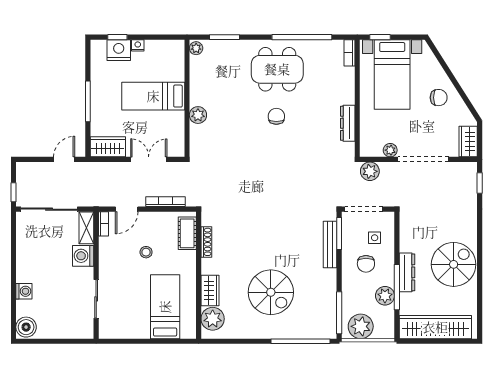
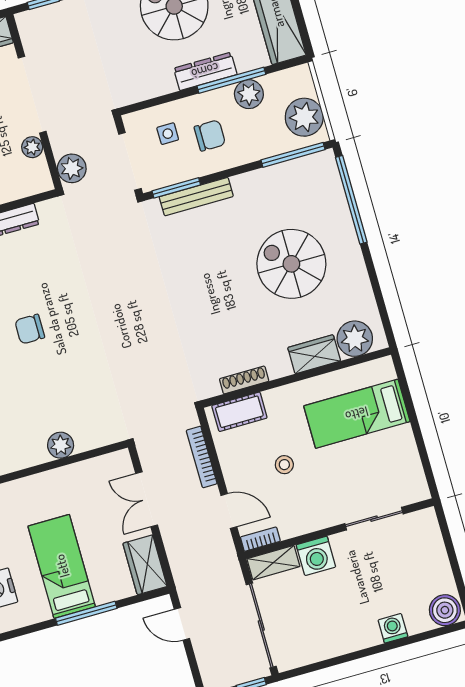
bed: (153, 96) -> (62, 566), moved, turned 180
spiral stairs: (271, 292) -> (291, 264), turned -90

